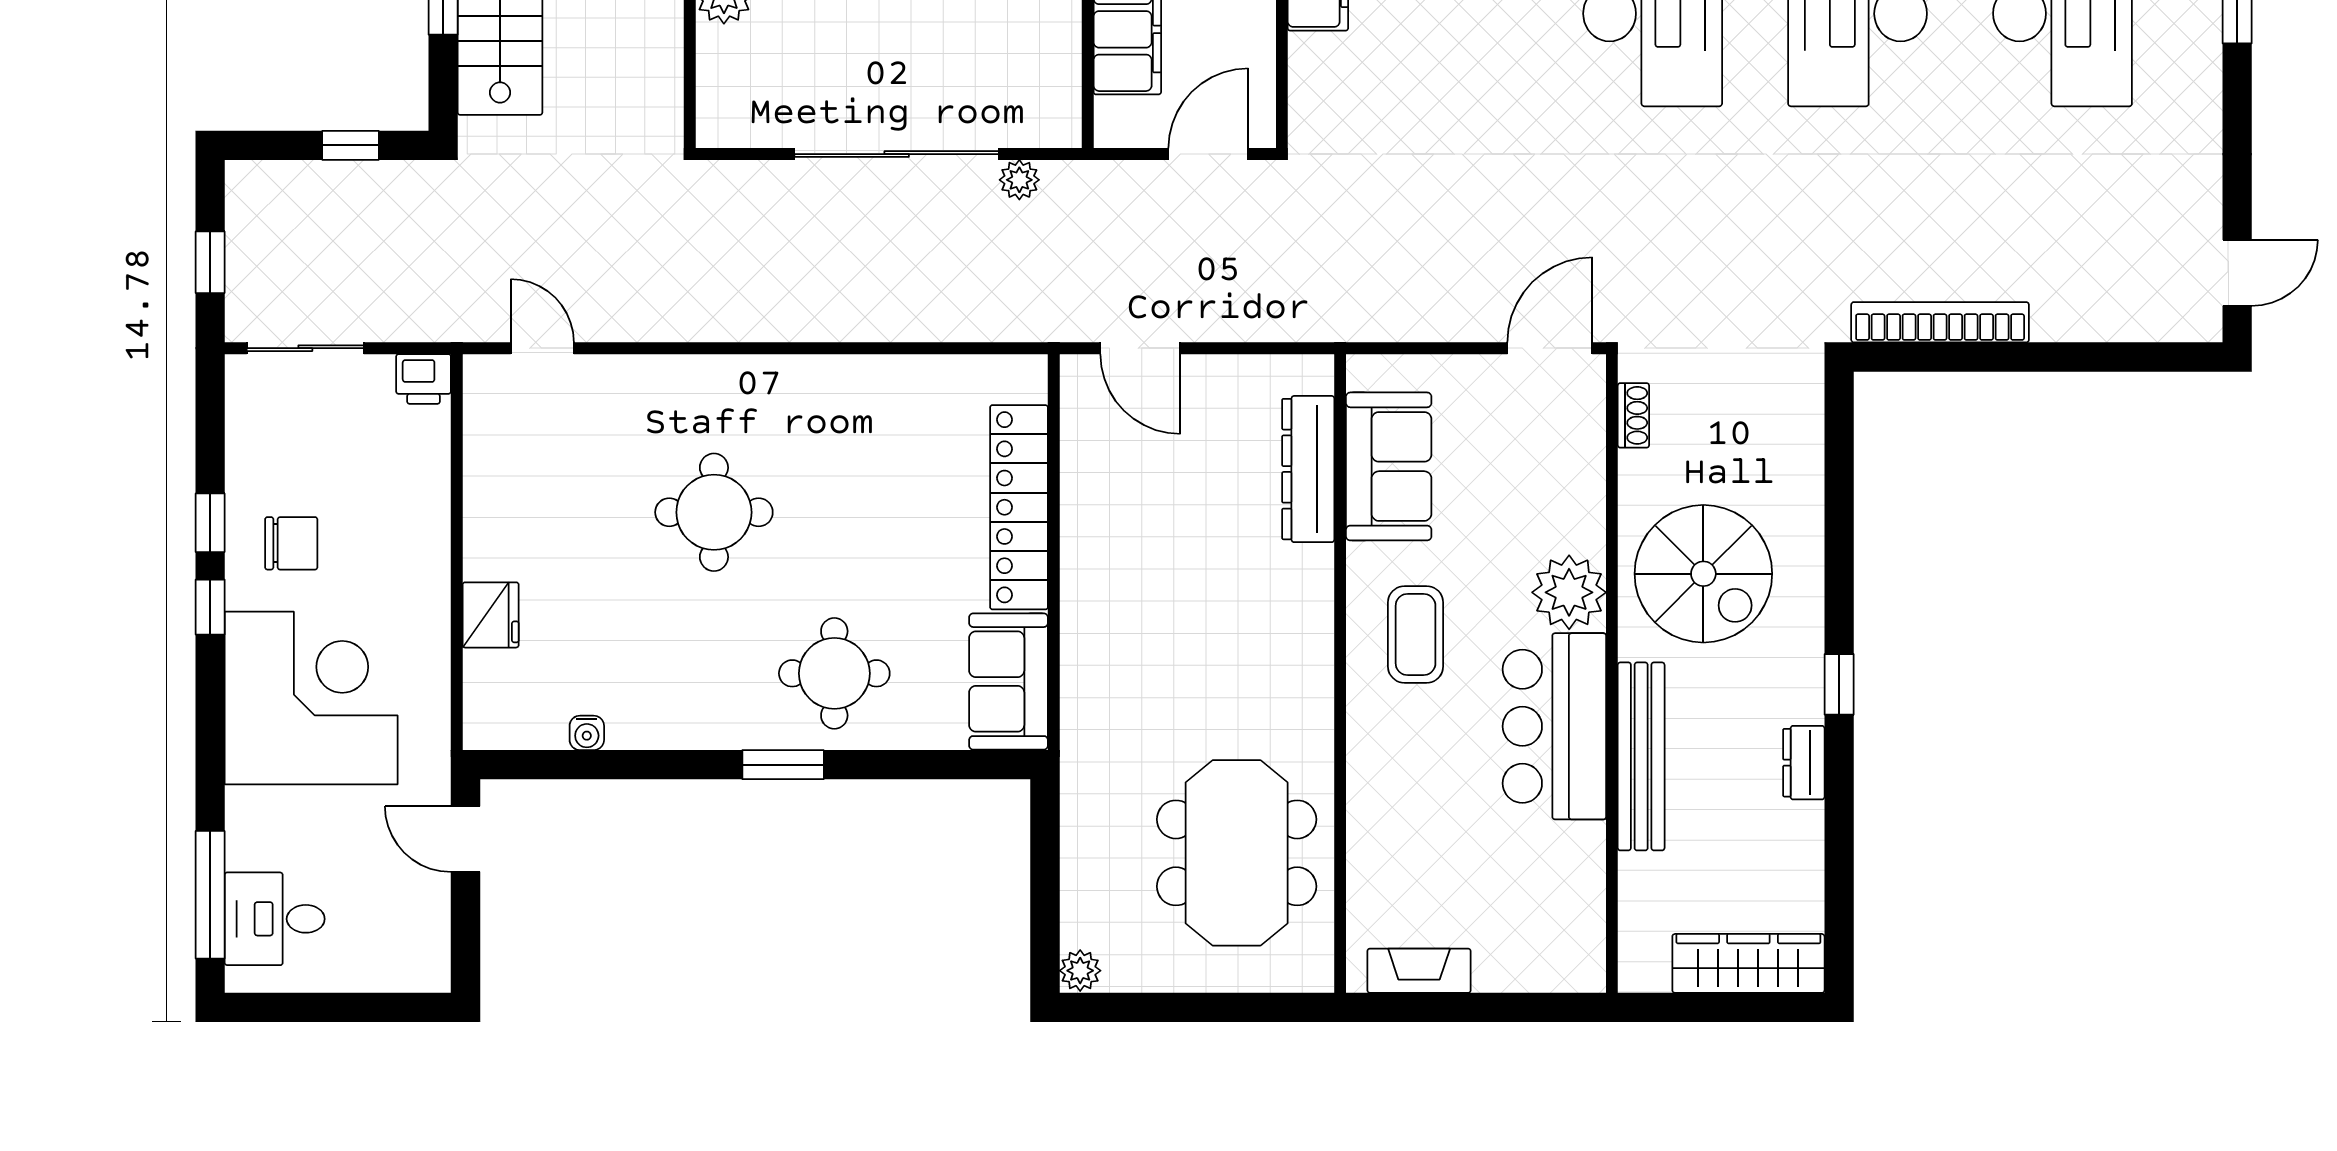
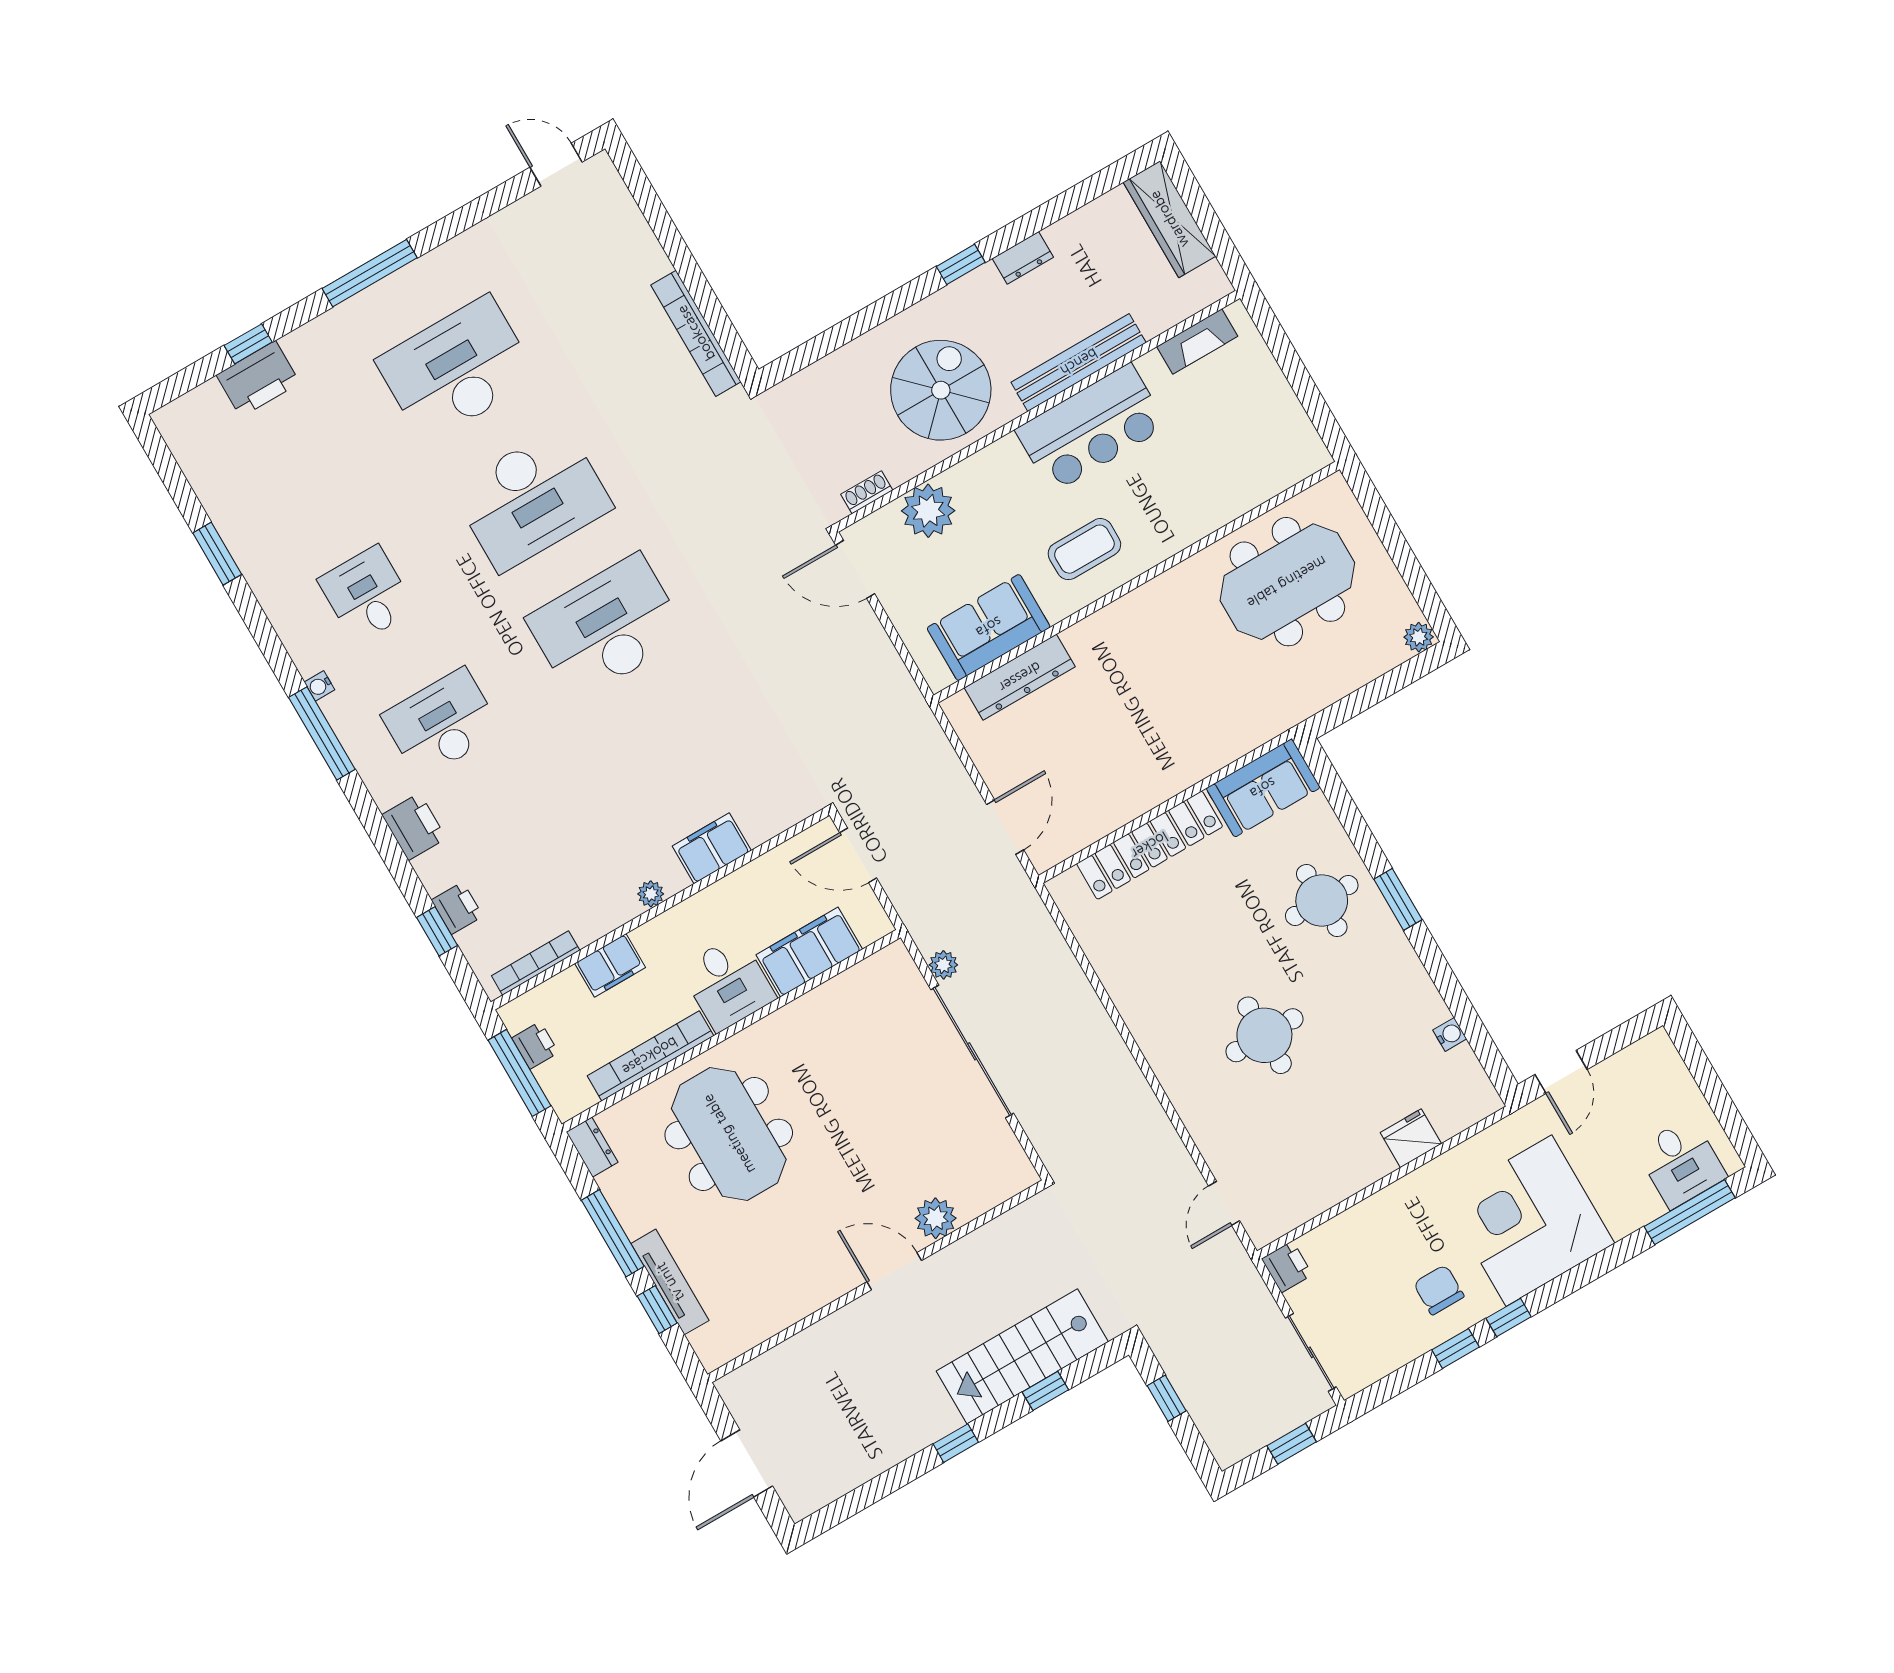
plant: (1569, 592) -> (928, 511), moved
fireplace: (1419, 971) -> (1197, 341), moved, turned -90

